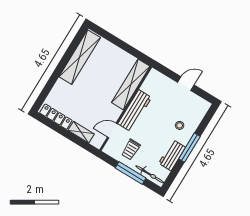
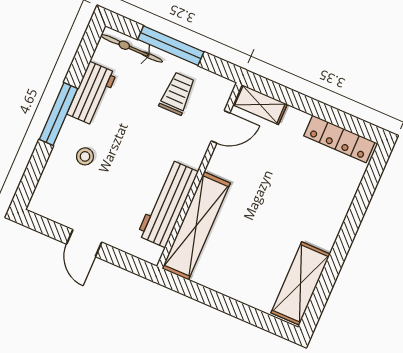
shelving: (80, 57) -> (301, 283), width x0.68
door: (186, 84) -> (84, 243), hinge flipped
workbench: (135, 111) -> (168, 204), moved
shelving: (81, 132) -> (260, 105), moved

